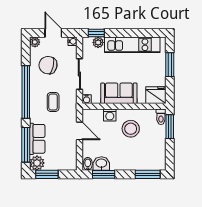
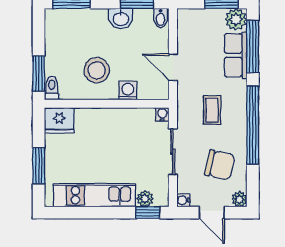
sofa: (119, 93) -> (114, 123), removed
washbasin: (101, 164) -> (121, 19), moved

